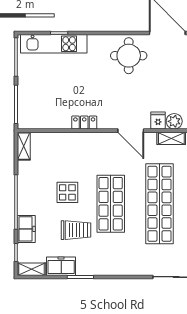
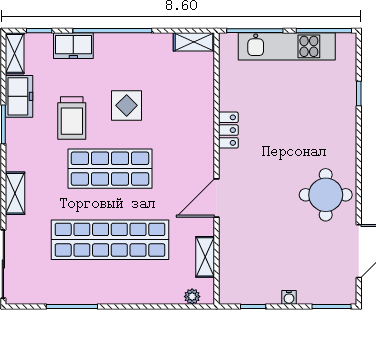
kitchen unit: (54, 44) -> (287, 46), moved, turned -90
fridge: (158, 121) -> (231, 238), removed
plant: (174, 121) -> (230, 261), removed
shelving: (128, 269) -> (15, 193), added

